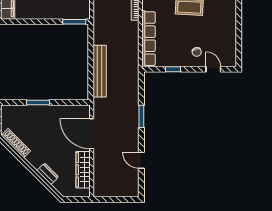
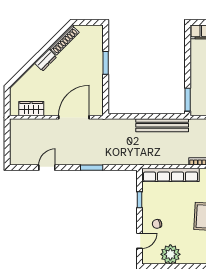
plant: (227, 39) -> (170, 254), added
bench: (100, 71) -> (162, 125), moved
wardrobe: (83, 170) -> (31, 109), width x0.67
dresser: (48, 174) -> (46, 60), moved

